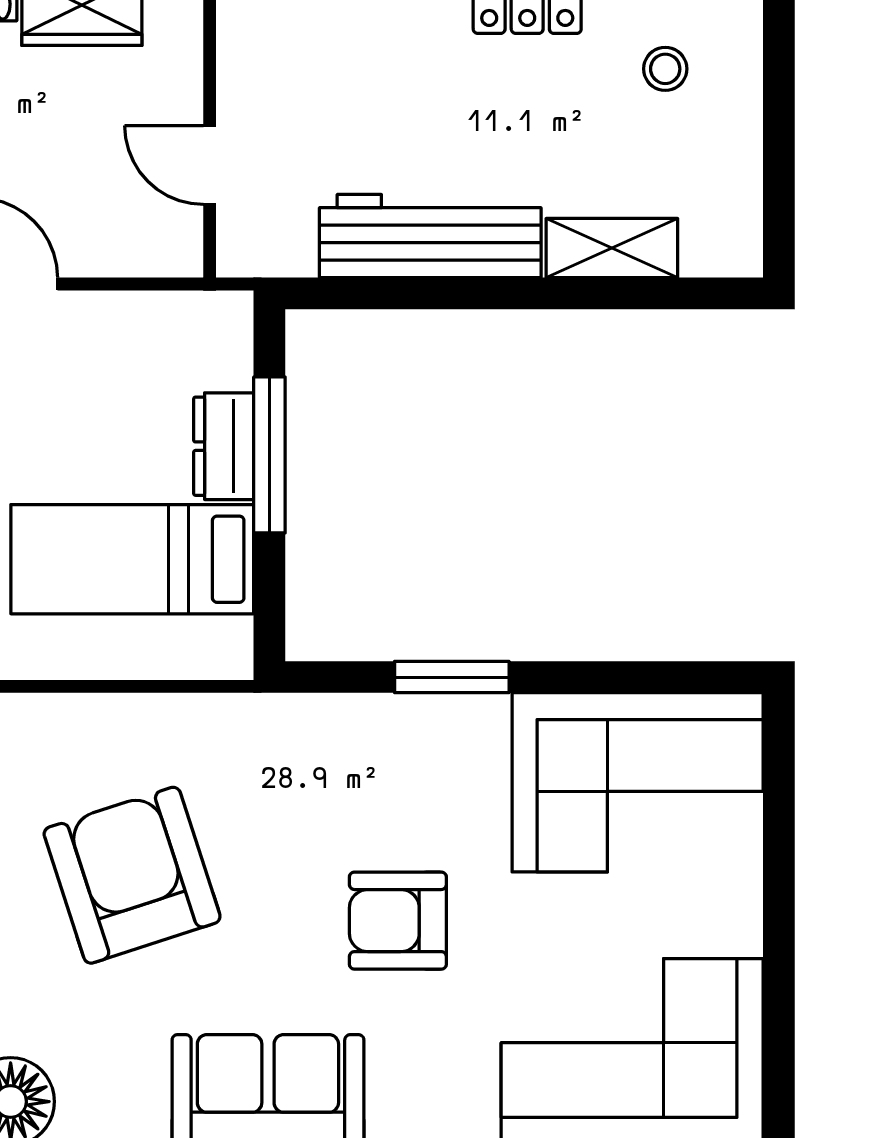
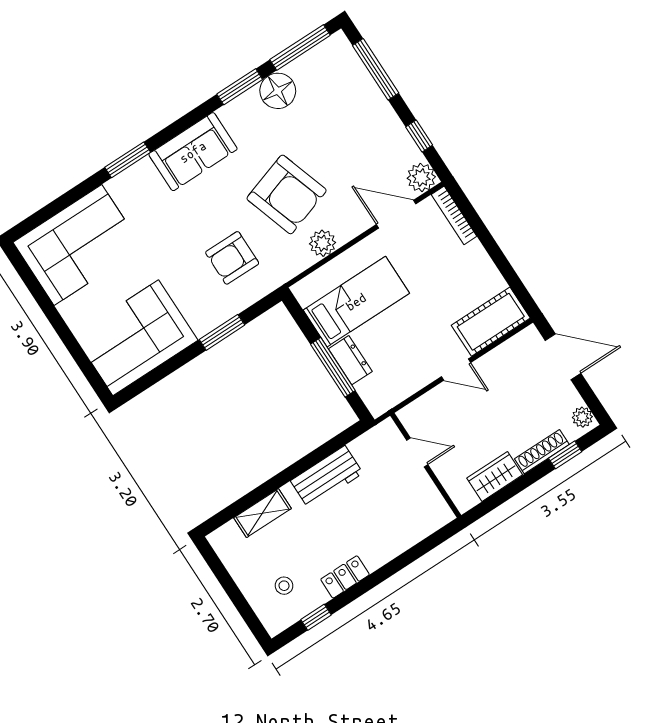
workbench: (430, 236) -> (327, 477), width x0.73
plant: (123, 726) -> (323, 243), added
armchair: (398, 921) -> (232, 258), moved, turned 180

